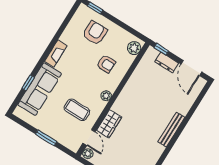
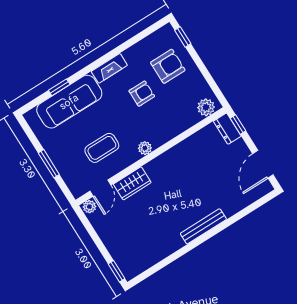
dresser: (167, 62) -> (227, 129), moved
armchair: (106, 64) -> (142, 94), moved, turned -90
coffee table: (77, 110) -> (102, 148), turned 90

